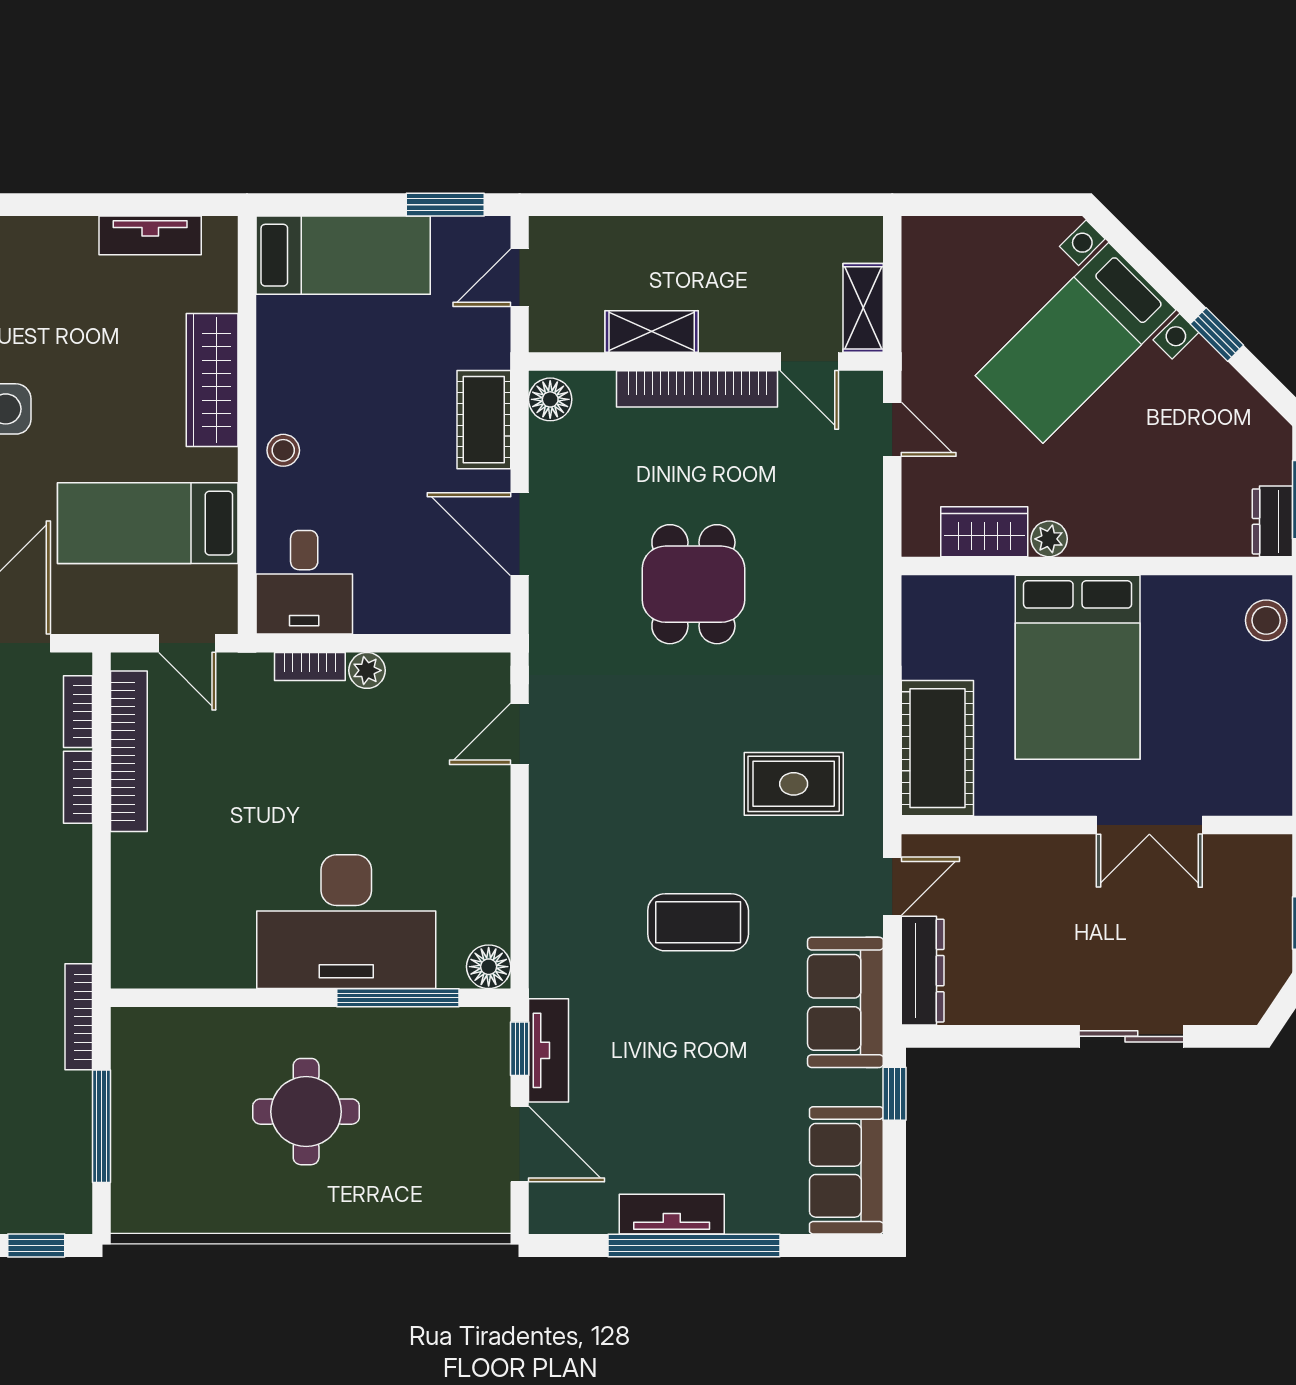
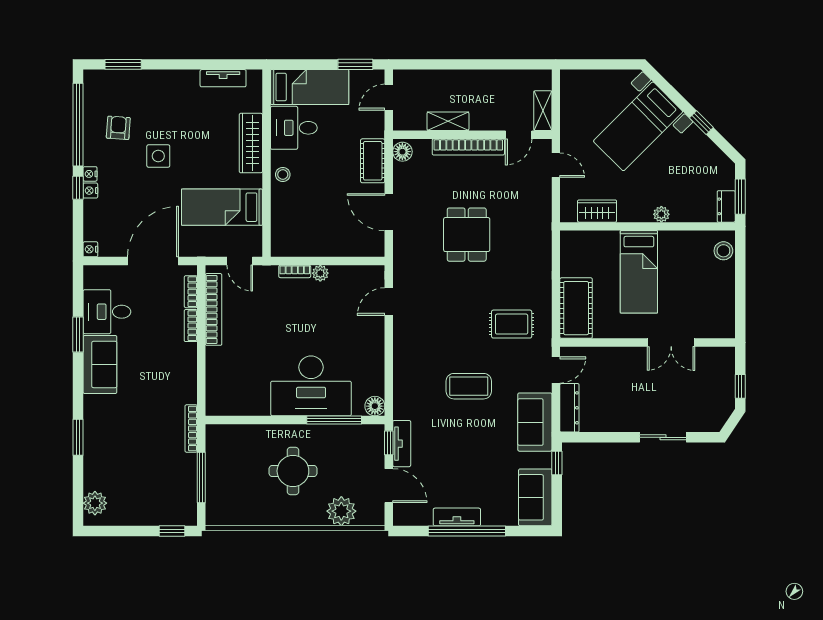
door: (809, 361) -> (519, 135), hinge flipped
plant: (1049, 539) -> (661, 214), moved
desk: (304, 582) -> (294, 128), moved, turned 90
bed: (1078, 667) -> (639, 272), width x0.67
plant: (414, 1201) -> (341, 511), added

